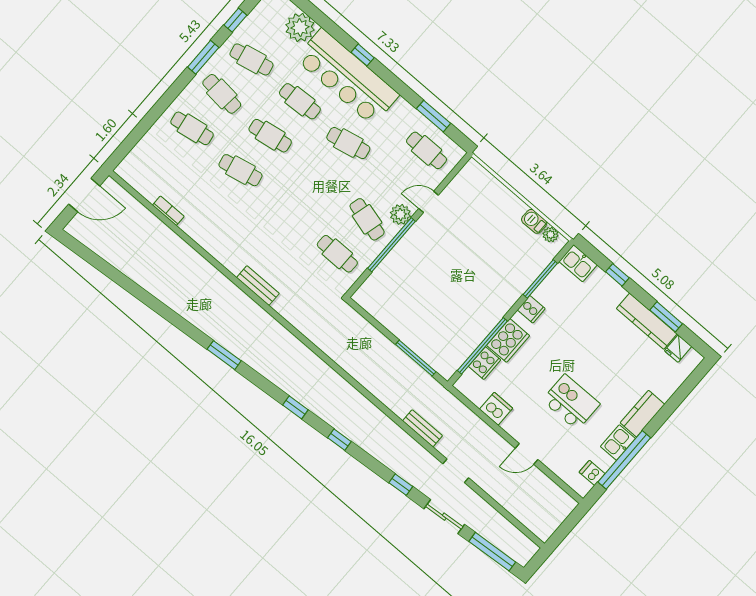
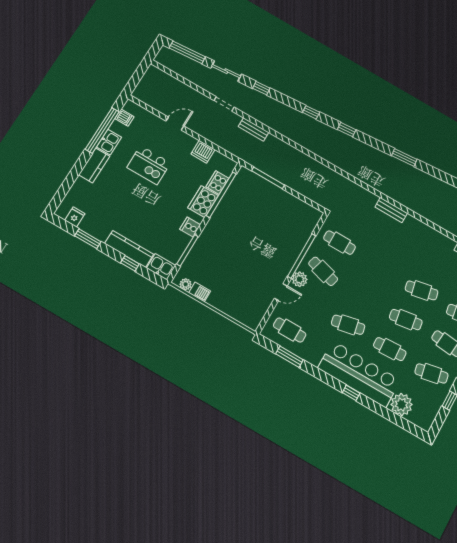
kitchen counter: (647, 321) -> (129, 249), moved

